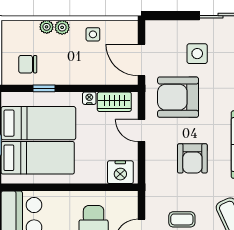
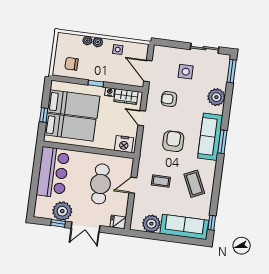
window: (44, 88) -> (96, 83), moved
armchair: (178, 97) -> (169, 99), width x0.53, depth x0.53
armchair: (192, 158) -> (173, 141), turned 180

